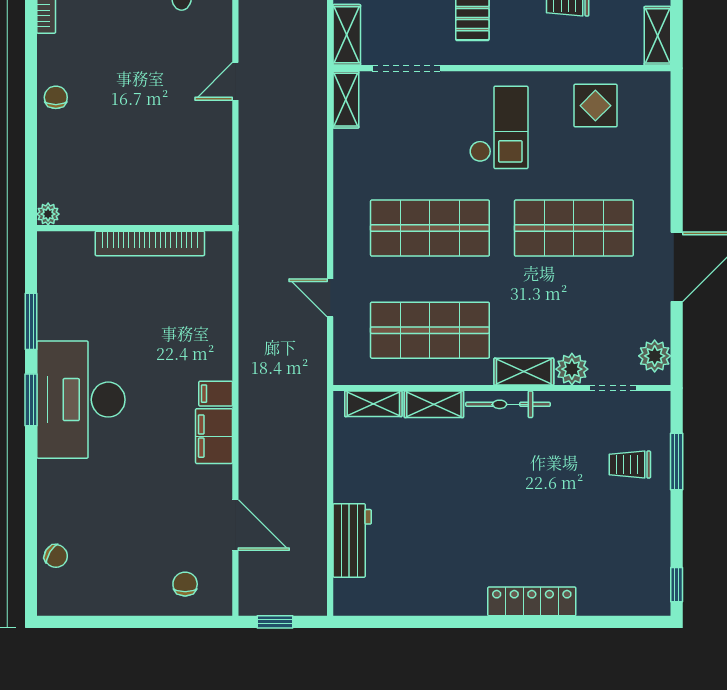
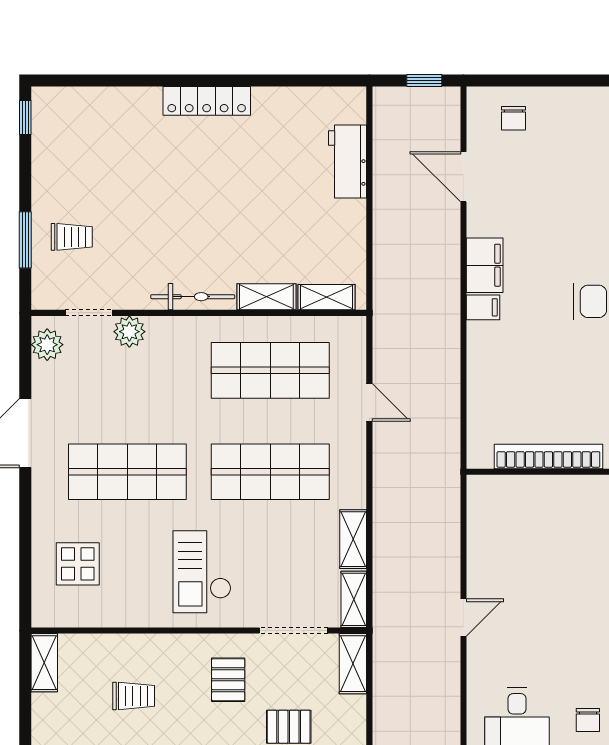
display table: (595, 106) -> (78, 564), moved
shelving: (524, 372) -> (353, 539), moved, turned 90
locker: (532, 601) -> (207, 101), moved

